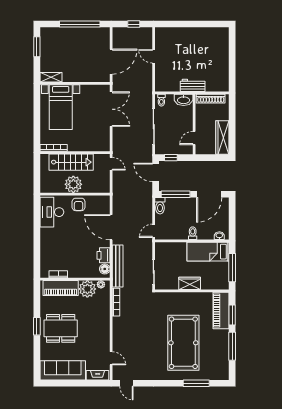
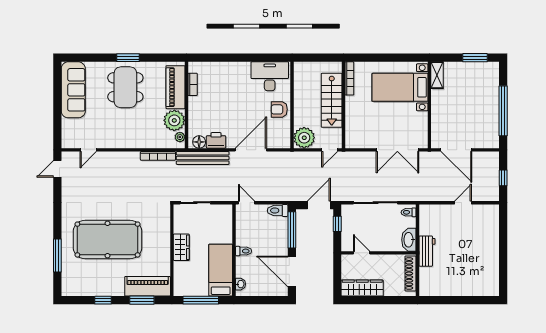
plant: (73, 184) -> (304, 138), moved
window: (232, 346) -> (103, 300), width x0.46
fireplace: (98, 375) -> (67, 133), removed

